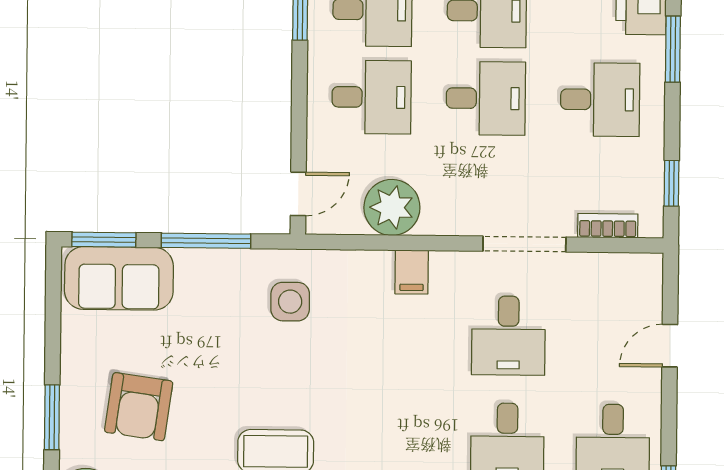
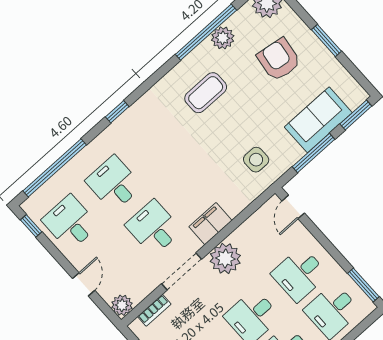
plant: (392, 207) -> (225, 258), moved
filing cabinet: (412, 272) -> (210, 224), width x2.00
plant: (644, 272) -> (122, 305), added
sofa: (119, 278) -> (318, 120), moved
window: (52, 417) -> (326, 40), moved

